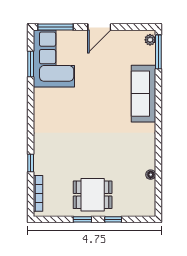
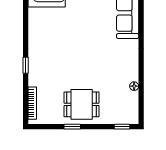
window: (31, 163) -> (26, 65), moved
window: (113, 219) -> (122, 127), moved

